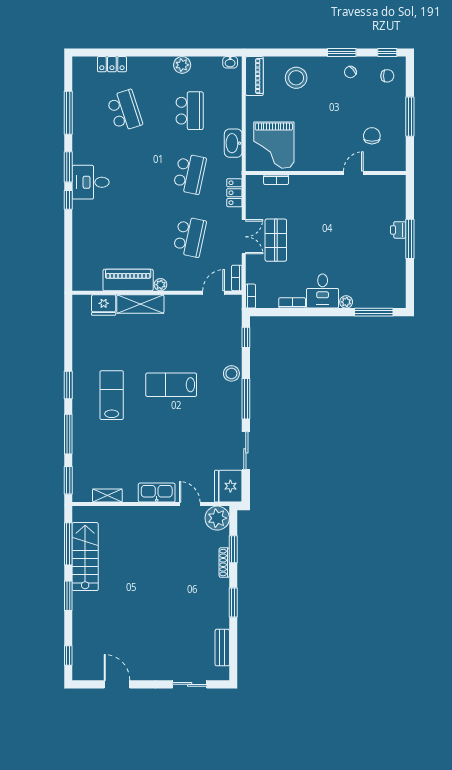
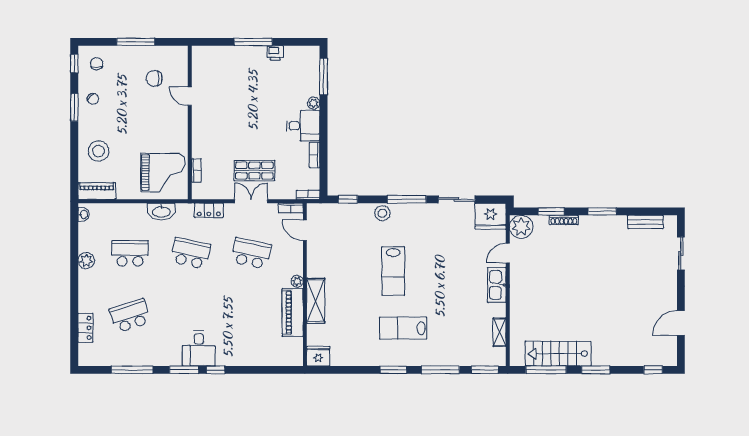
printer: (398, 230) -> (275, 53), moved
fridge: (104, 305) -> (318, 356), moved, turned -90

